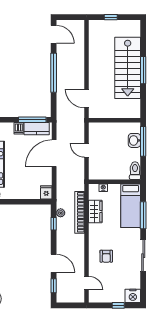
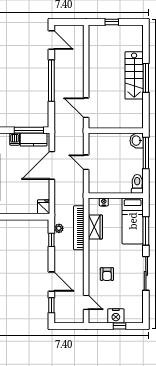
stairs: (128, 68) -> (134, 75), width x0.73, depth x0.66
washbasin: (134, 140) -> (137, 141), moved
nightstand: (133, 296) -> (116, 316), moved

